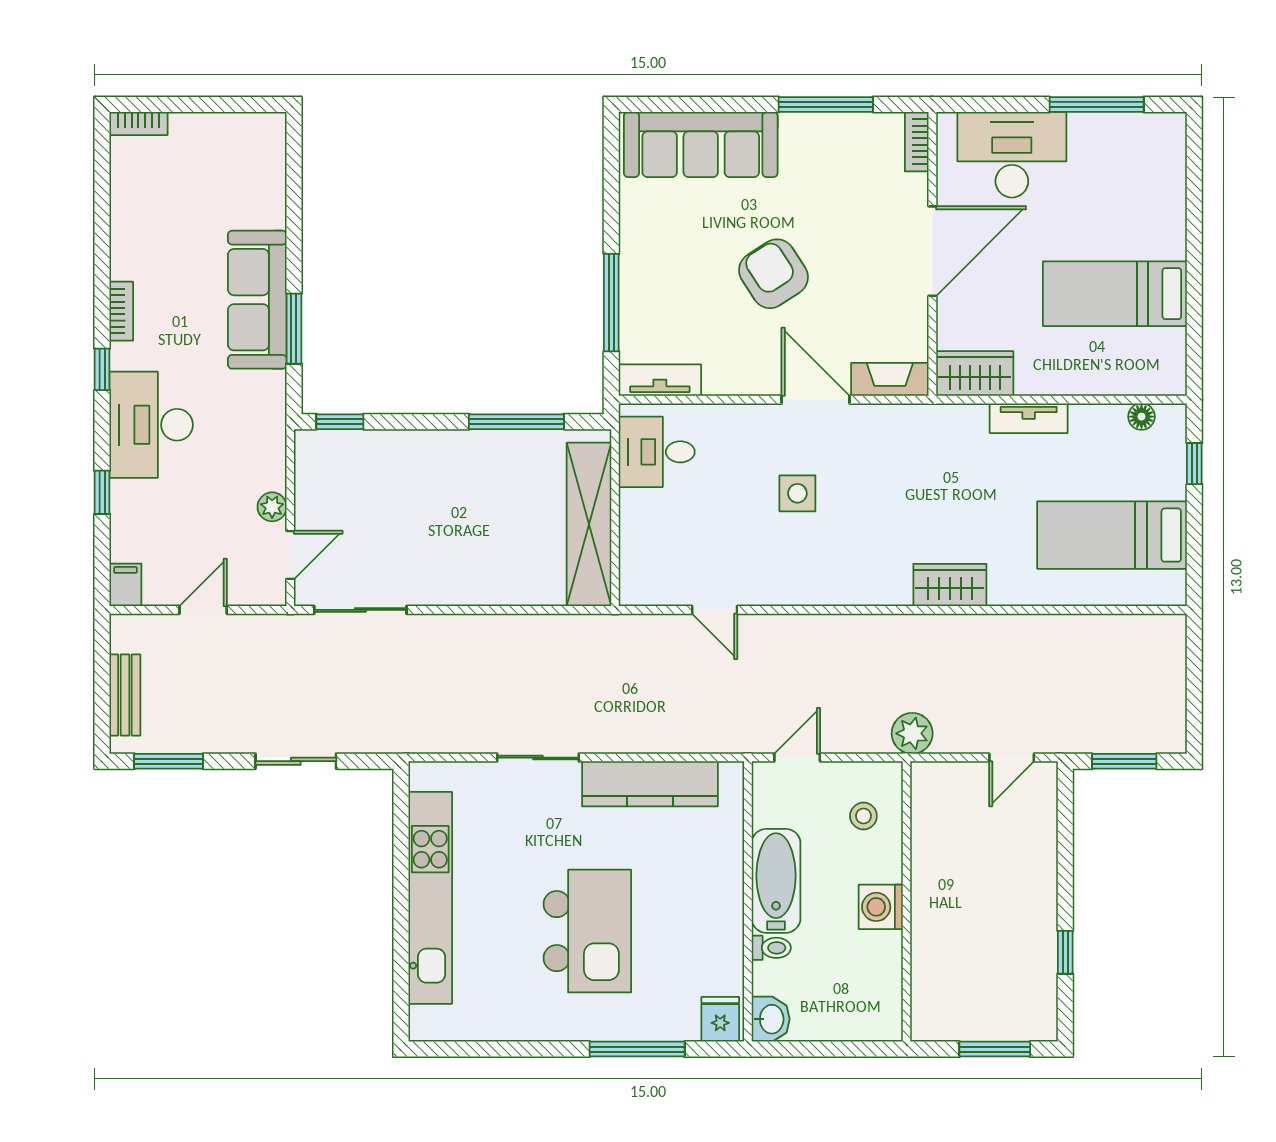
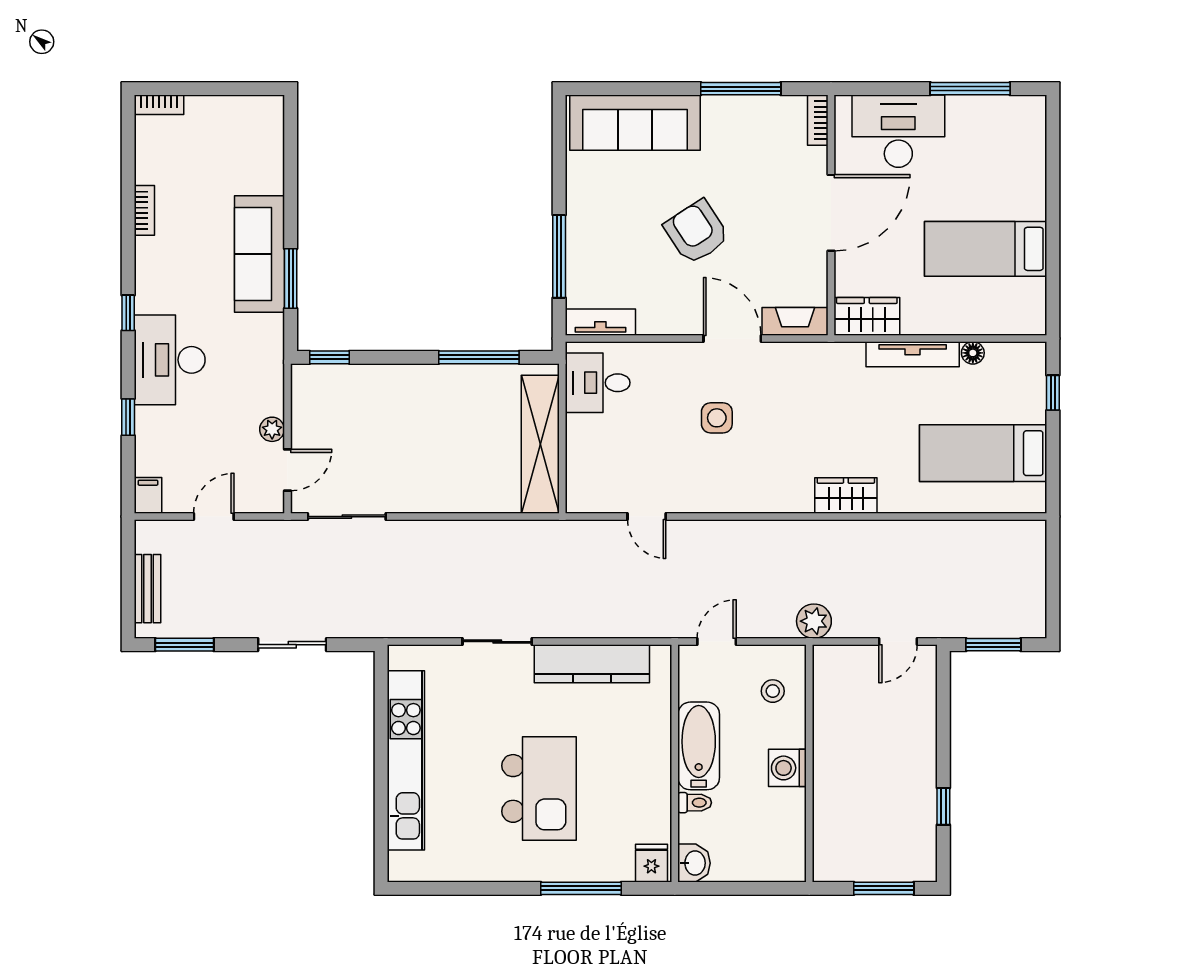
bookcase: (121, 311) -> (144, 210), moved
floor lamp: (1141, 417) -> (973, 353), moved
tv unit: (1029, 418) -> (913, 354), width x1.41

